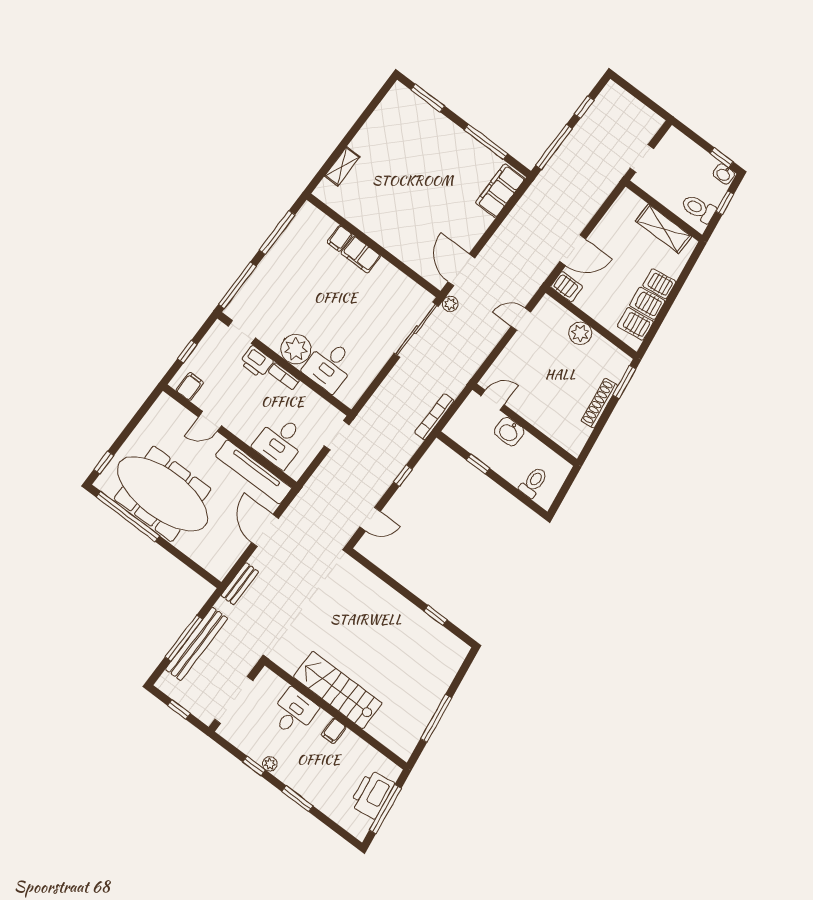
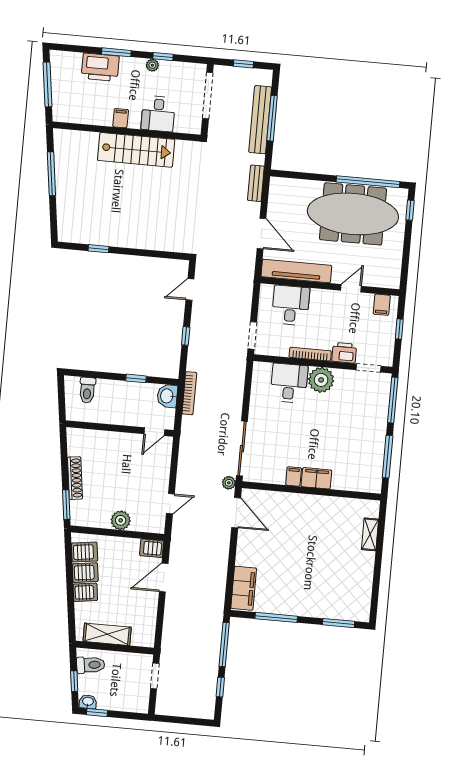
filing cabinet: (340, 238) -> (294, 476), moved
bookcase: (284, 376) -> (310, 354), width x1.56
washbasin: (509, 432) -> (167, 396), moved, turned -90
printer: (372, 794) -> (100, 67), moved, turned 98

